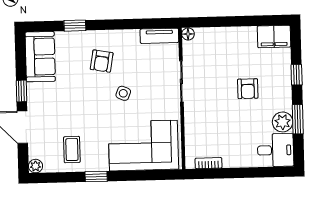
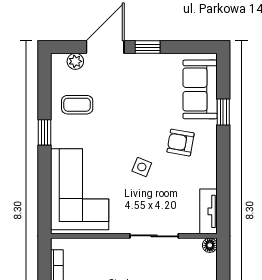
sofa: (40, 57) -> (200, 89), moved, turned 90
plant: (36, 166) -> (75, 61), moved

